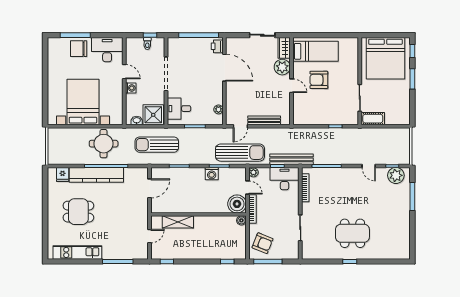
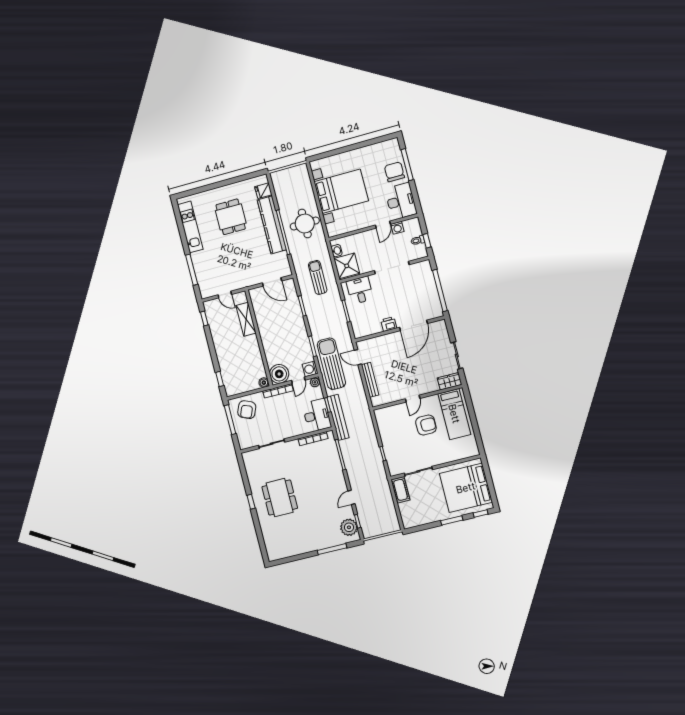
printer: (217, 46) -> (389, 324), moved
plant: (282, 67) -> (429, 384), removed
armchair: (319, 80) -> (426, 425), turned 90
washing machine: (131, 88) -> (397, 228), moved
plant: (218, 109) -> (369, 331), removed
sun lounger: (157, 145) -> (318, 277), width x0.73, depth x0.75
sun lounger: (240, 153) -> (331, 364), turned 180
washing machine: (212, 174) -> (310, 369), moved

